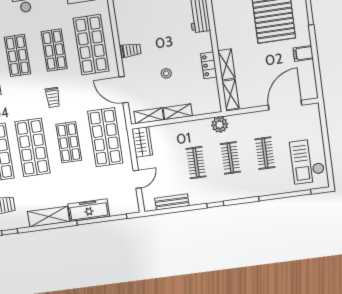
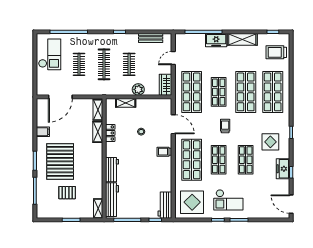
shelving: (178, 112) -> (126, 103), moved
shelving: (149, 116) -> (158, 103), removed
plant: (220, 125) -> (138, 89), moved
clothes rail: (230, 158) -> (104, 64), width x1.36
freezer: (89, 210) -> (216, 40), width x0.71

